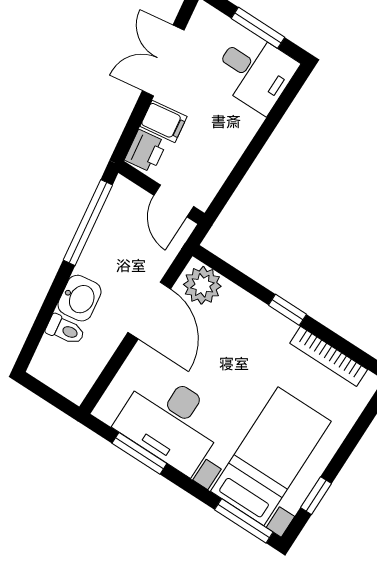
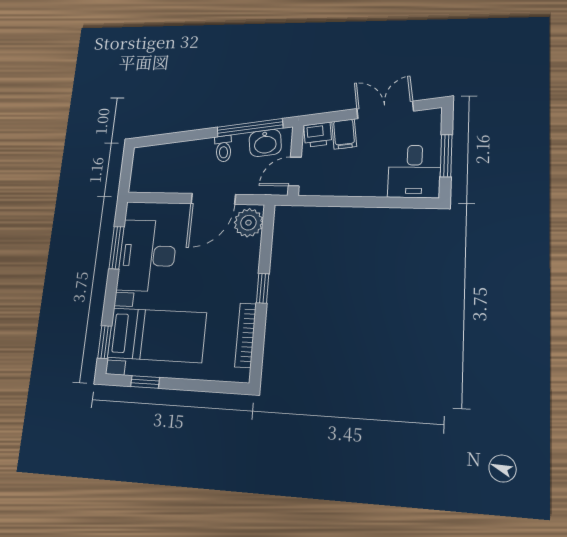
washbasin: (79, 298) -> (265, 143), moved
toilet: (65, 330) -> (223, 149), moved
window: (244, 521) -> (105, 342), width x0.67

